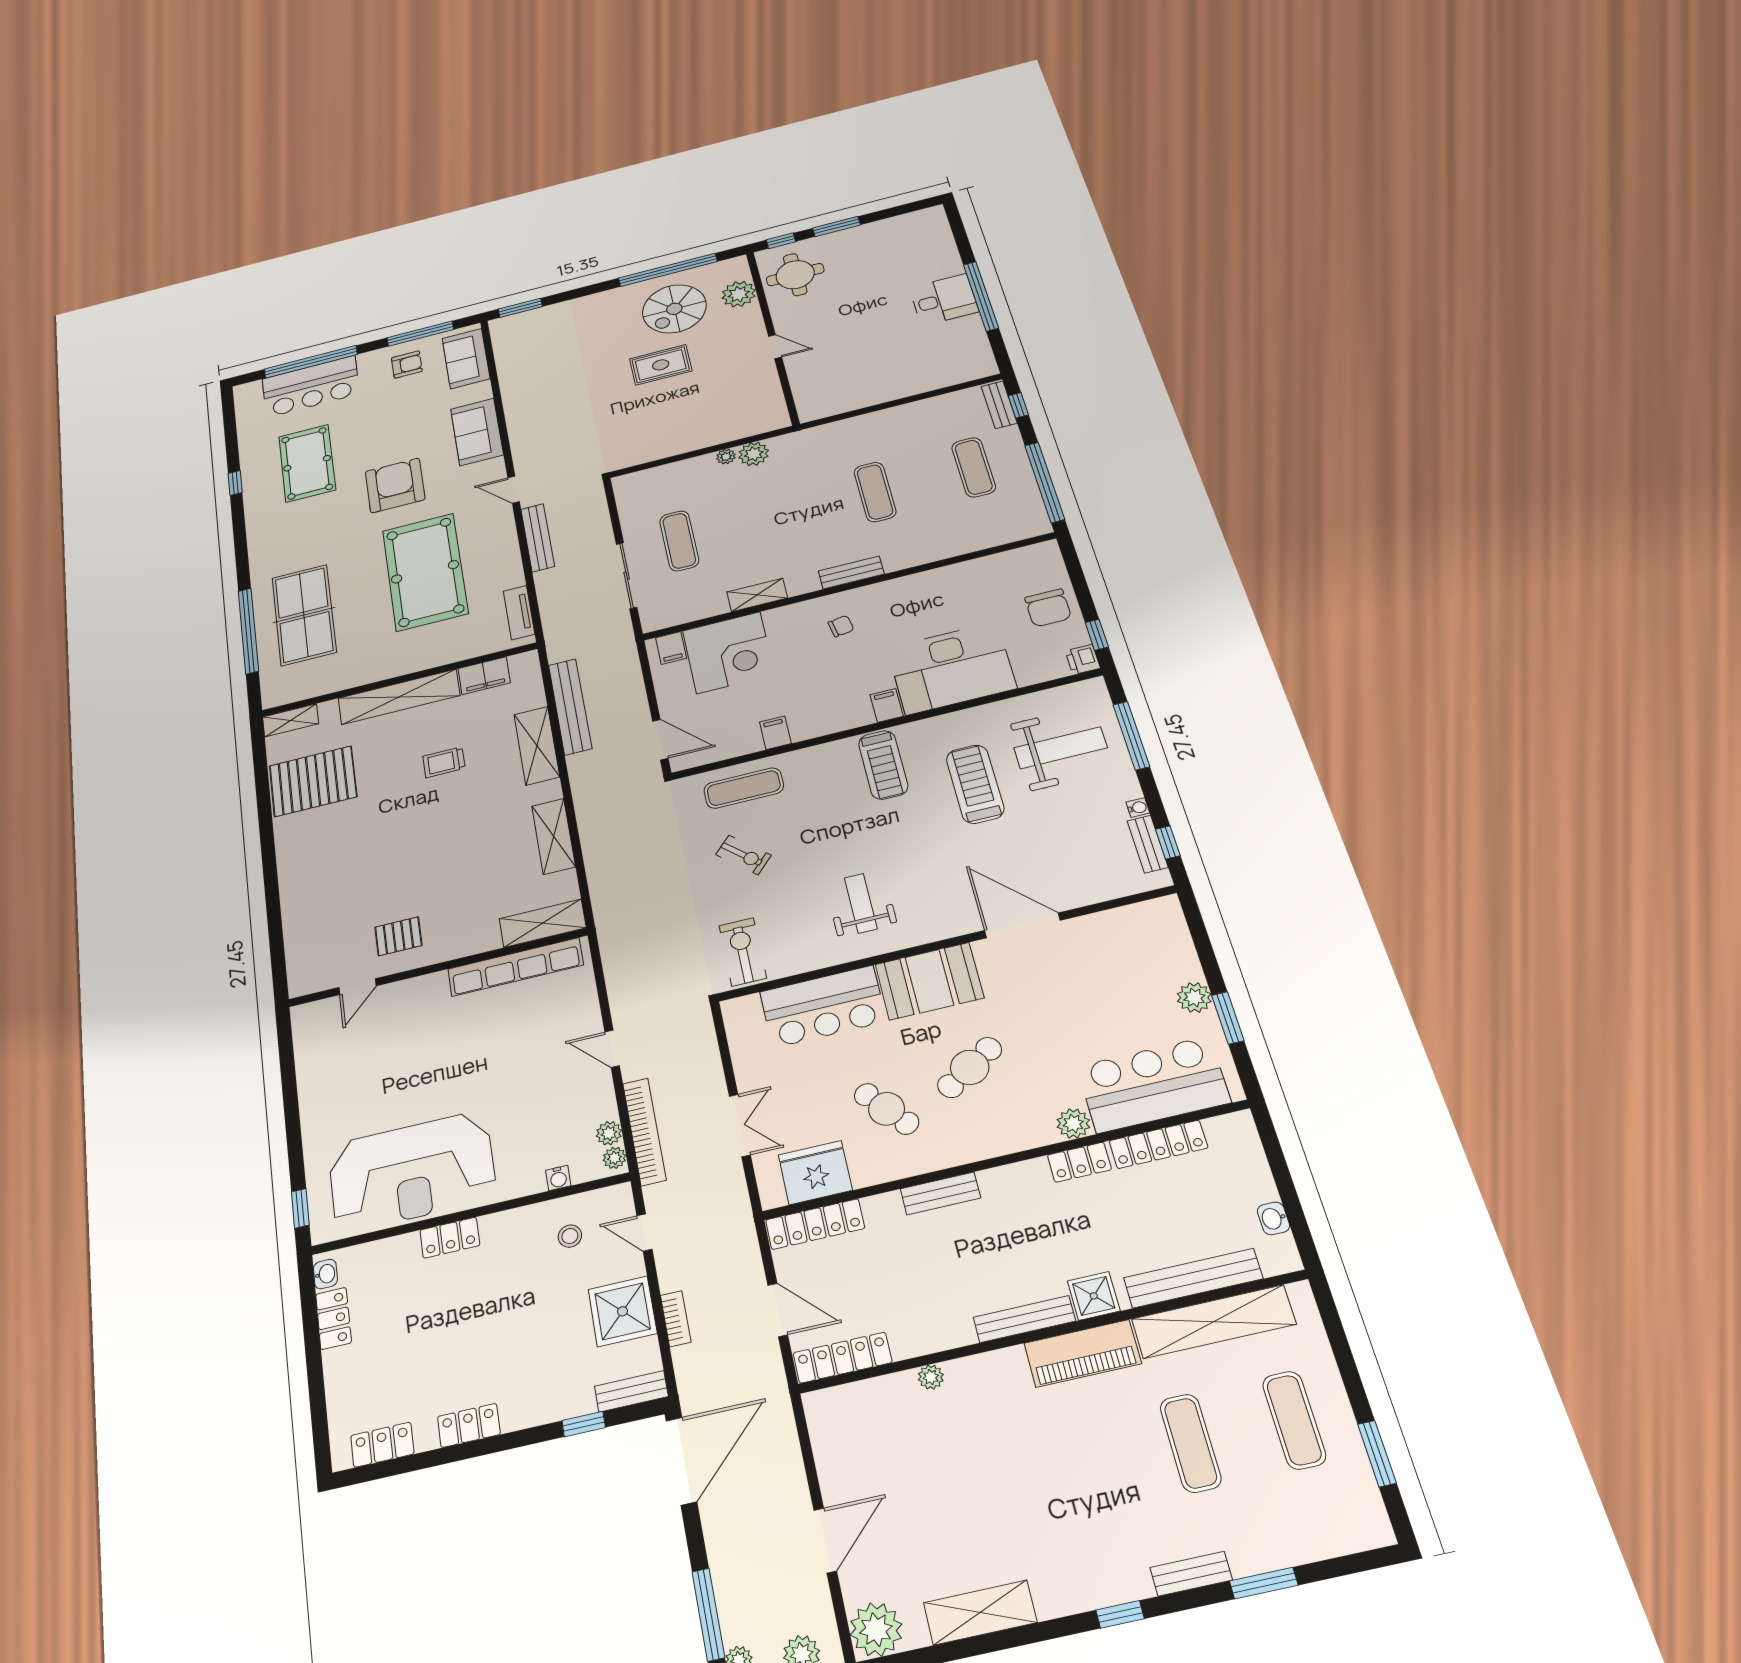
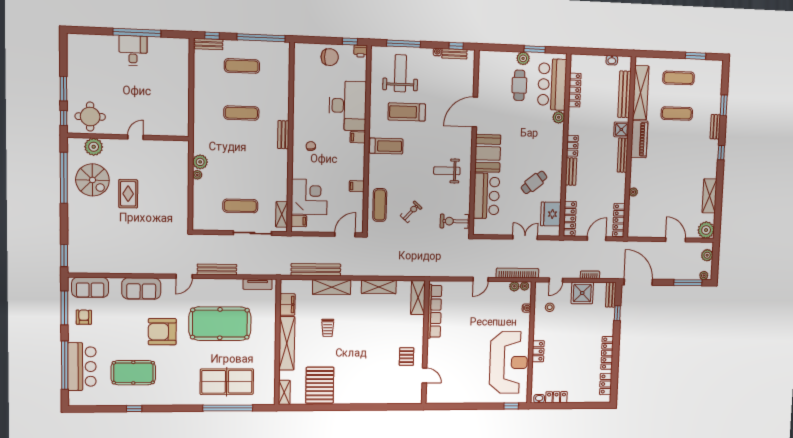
shelving: (757, 595) -> (282, 214), moved
cafe table: (970, 1067) -> (519, 85), moved, turned 33
locker: (1079, 1162) -> (572, 146), moved
locker: (469, 1425) -> (607, 353), width x1.53

